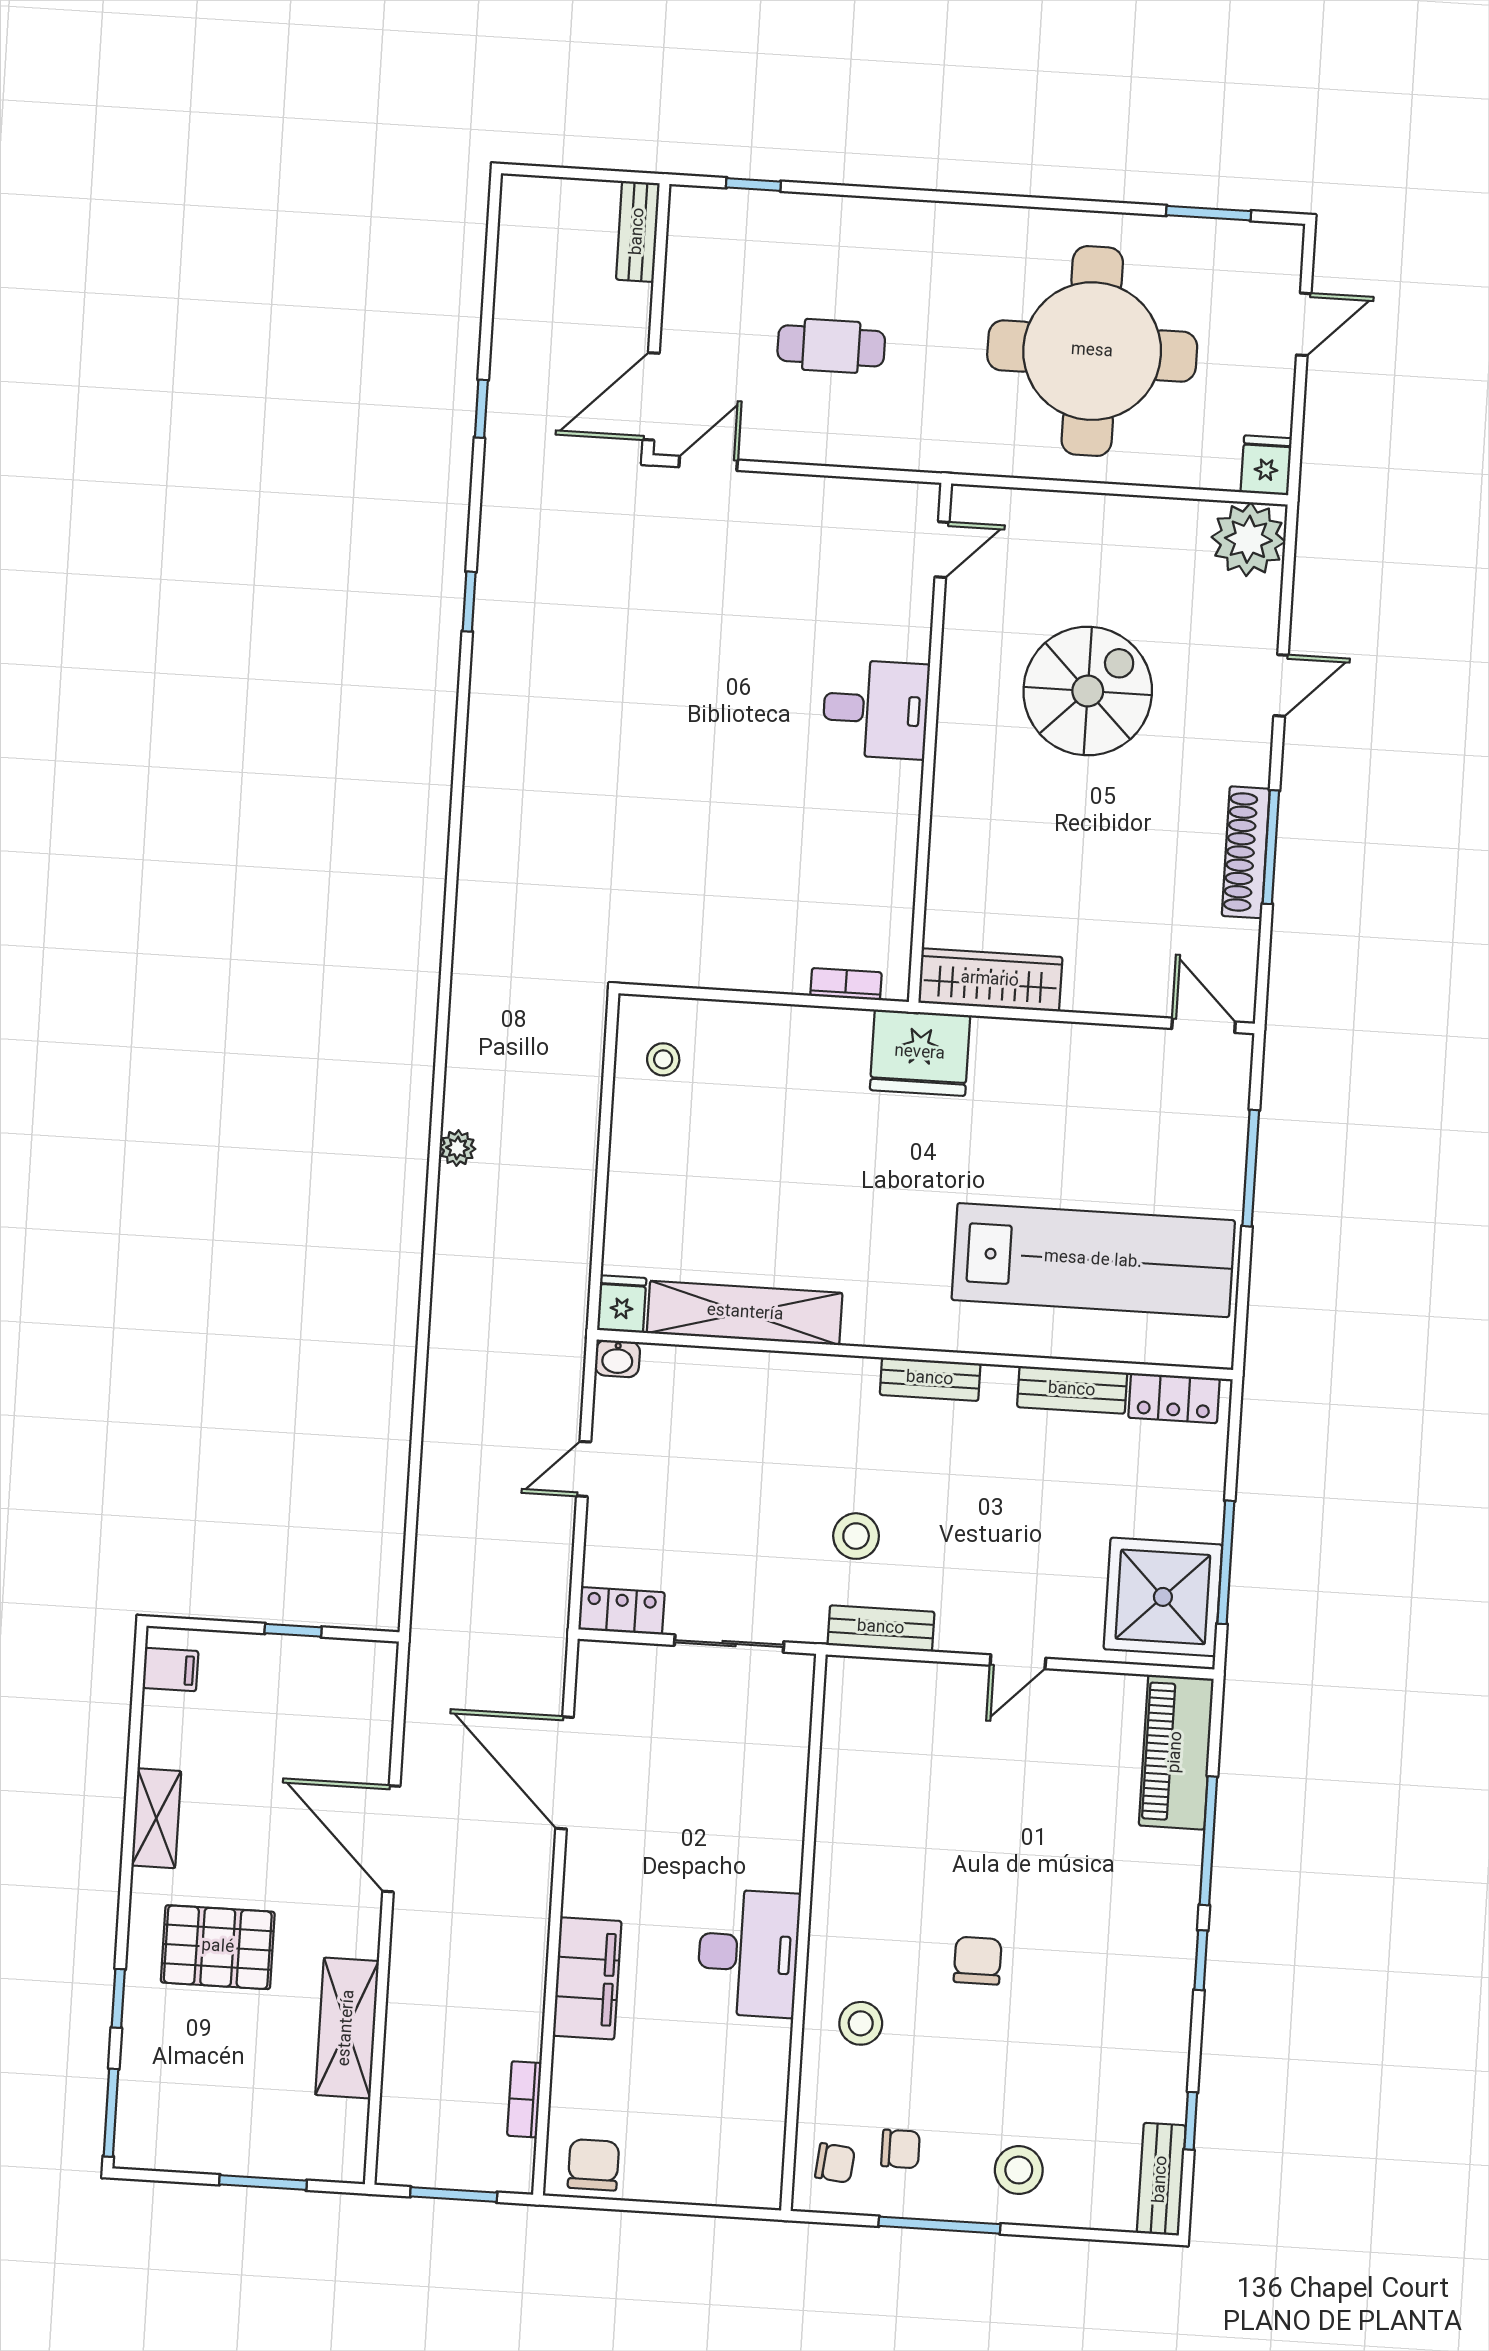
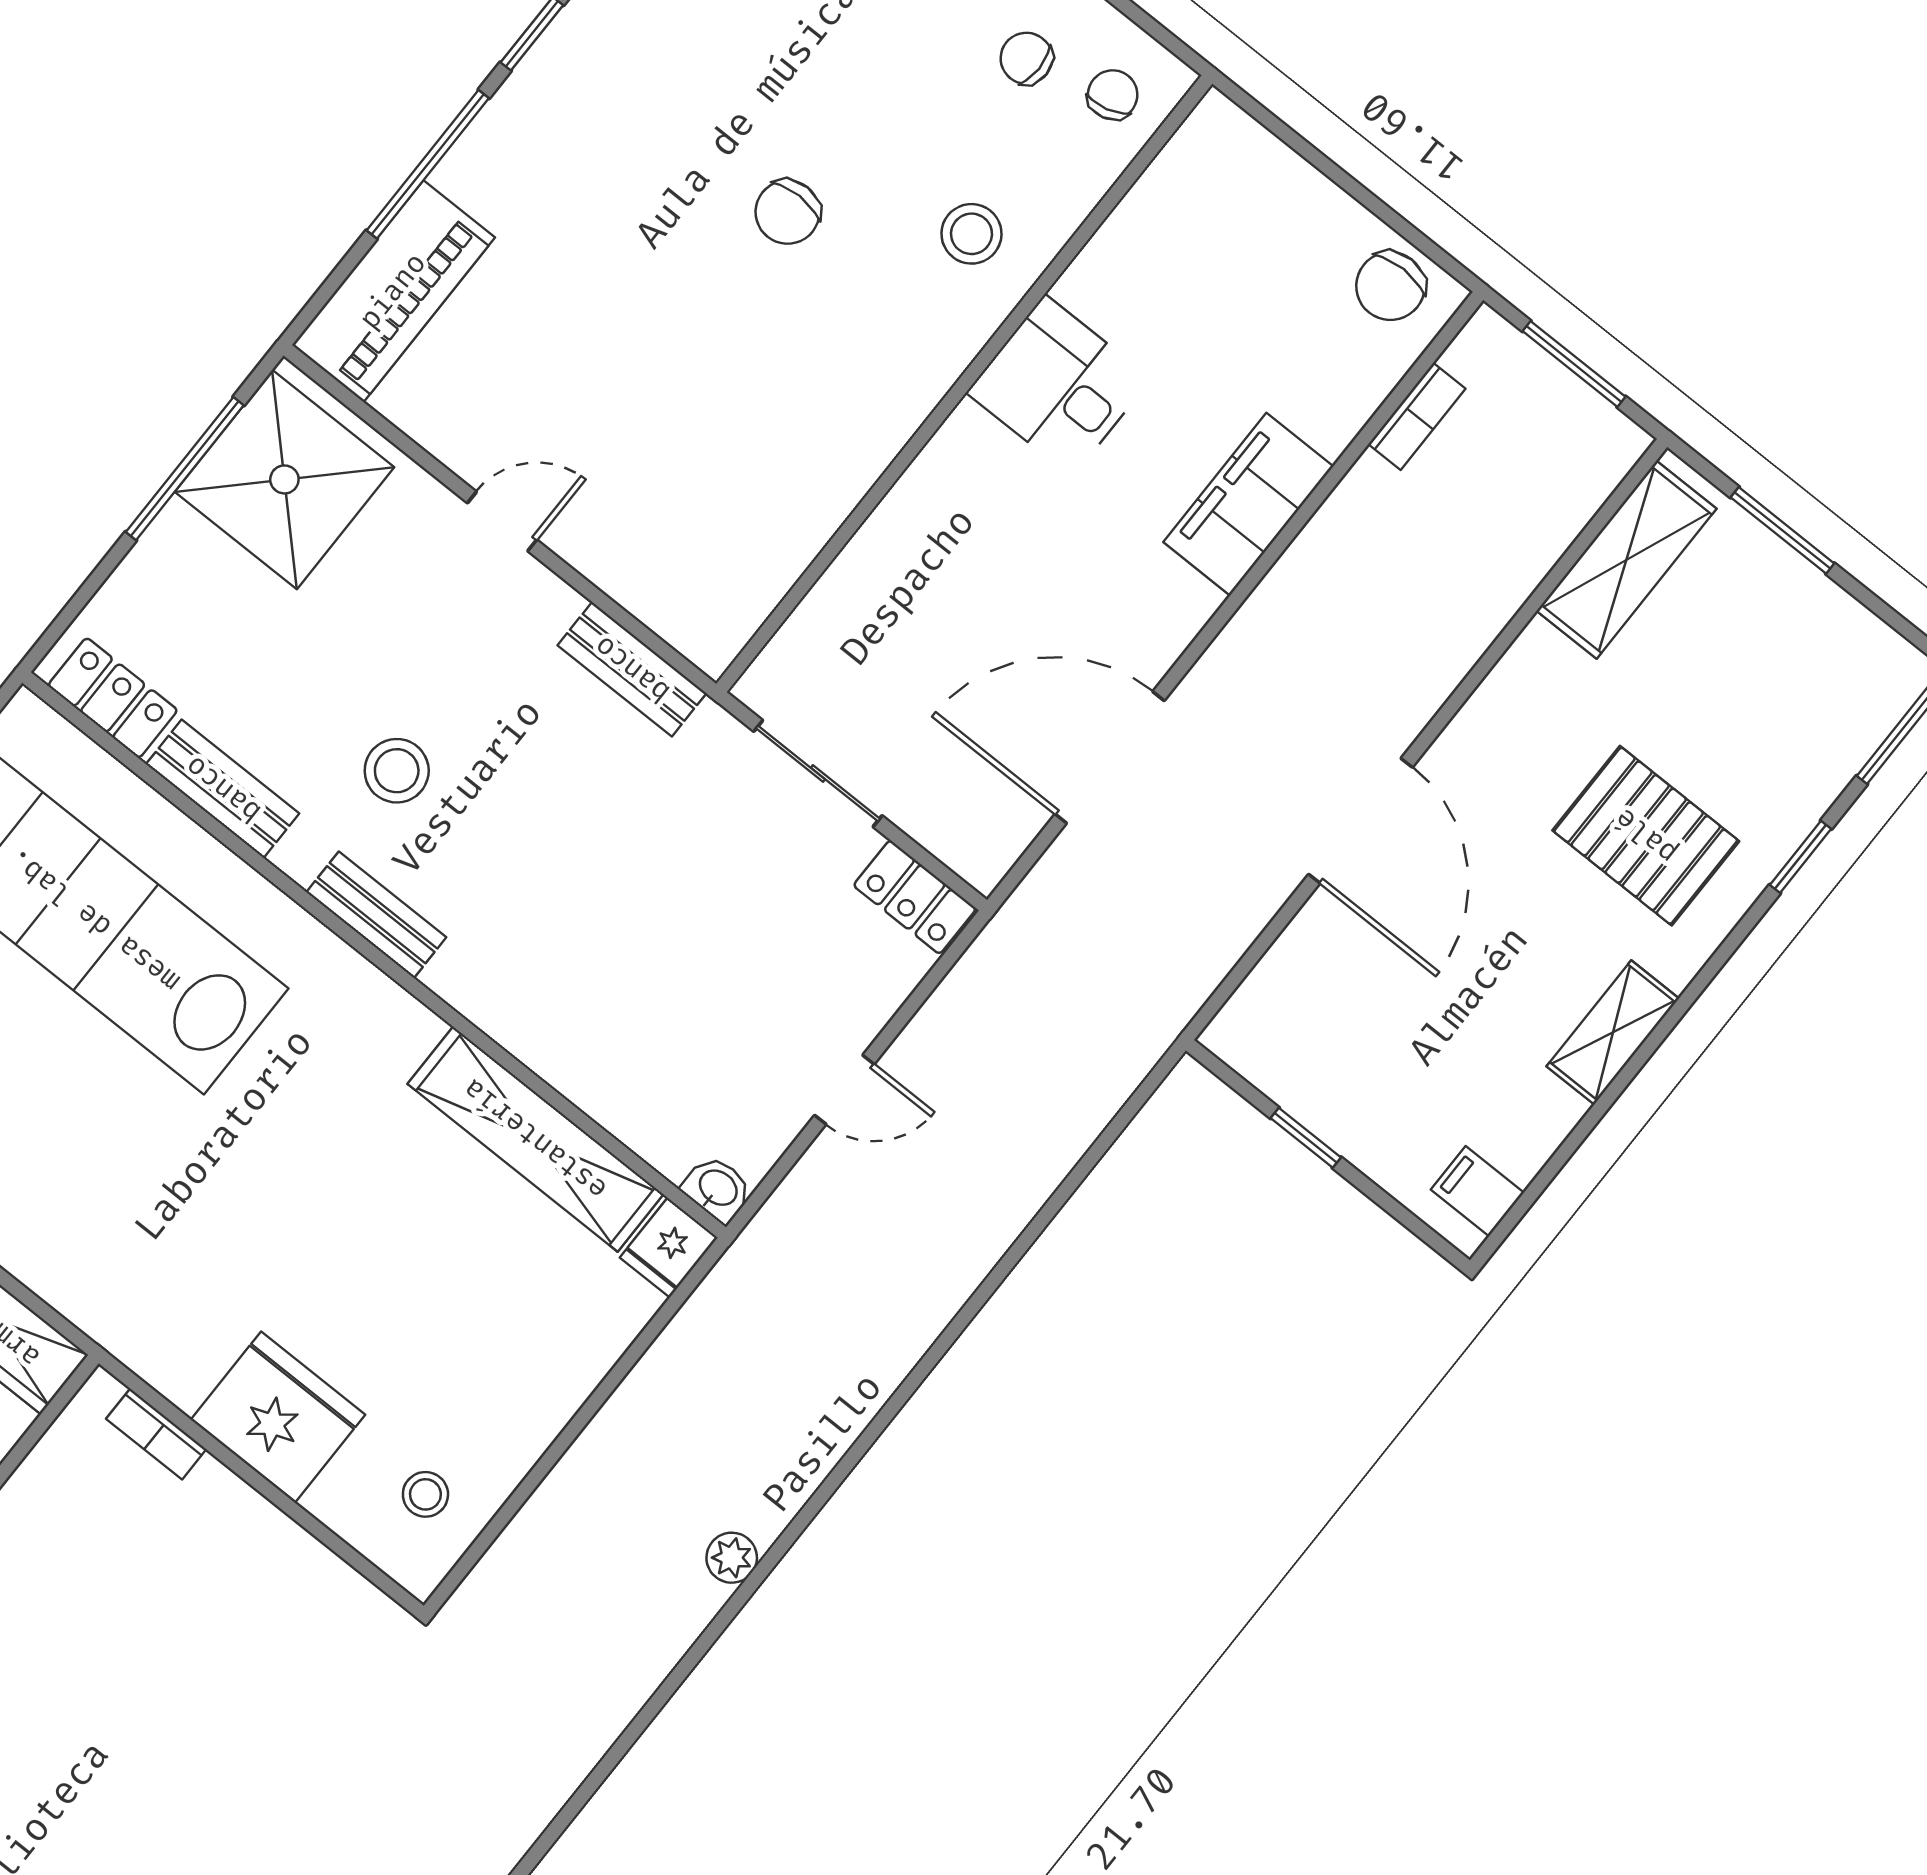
fridge: (920, 1053) -> (278, 1417), moved
stool: (856, 1536) -> (397, 771), moved
door: (565, 1773) -> (1110, 757), swing flipped
desk: (748, 1953) -> (1059, 386), width x0.73
shelving: (347, 2028) -> (1626, 560), moved
chair: (835, 2163) -> (1113, 95), turned 69

